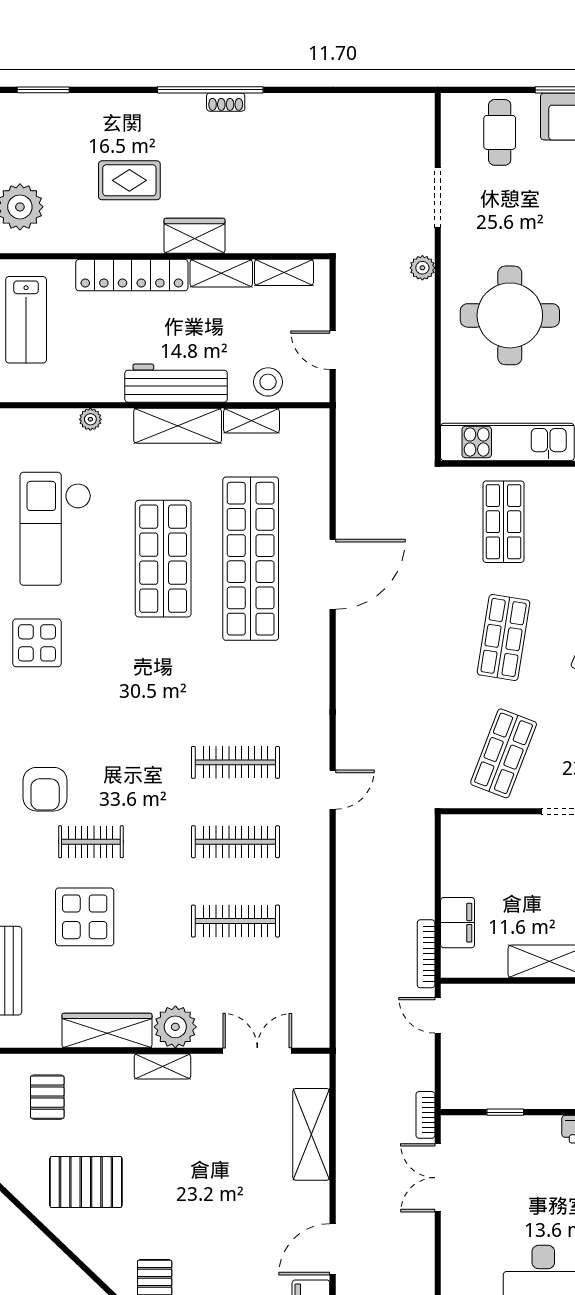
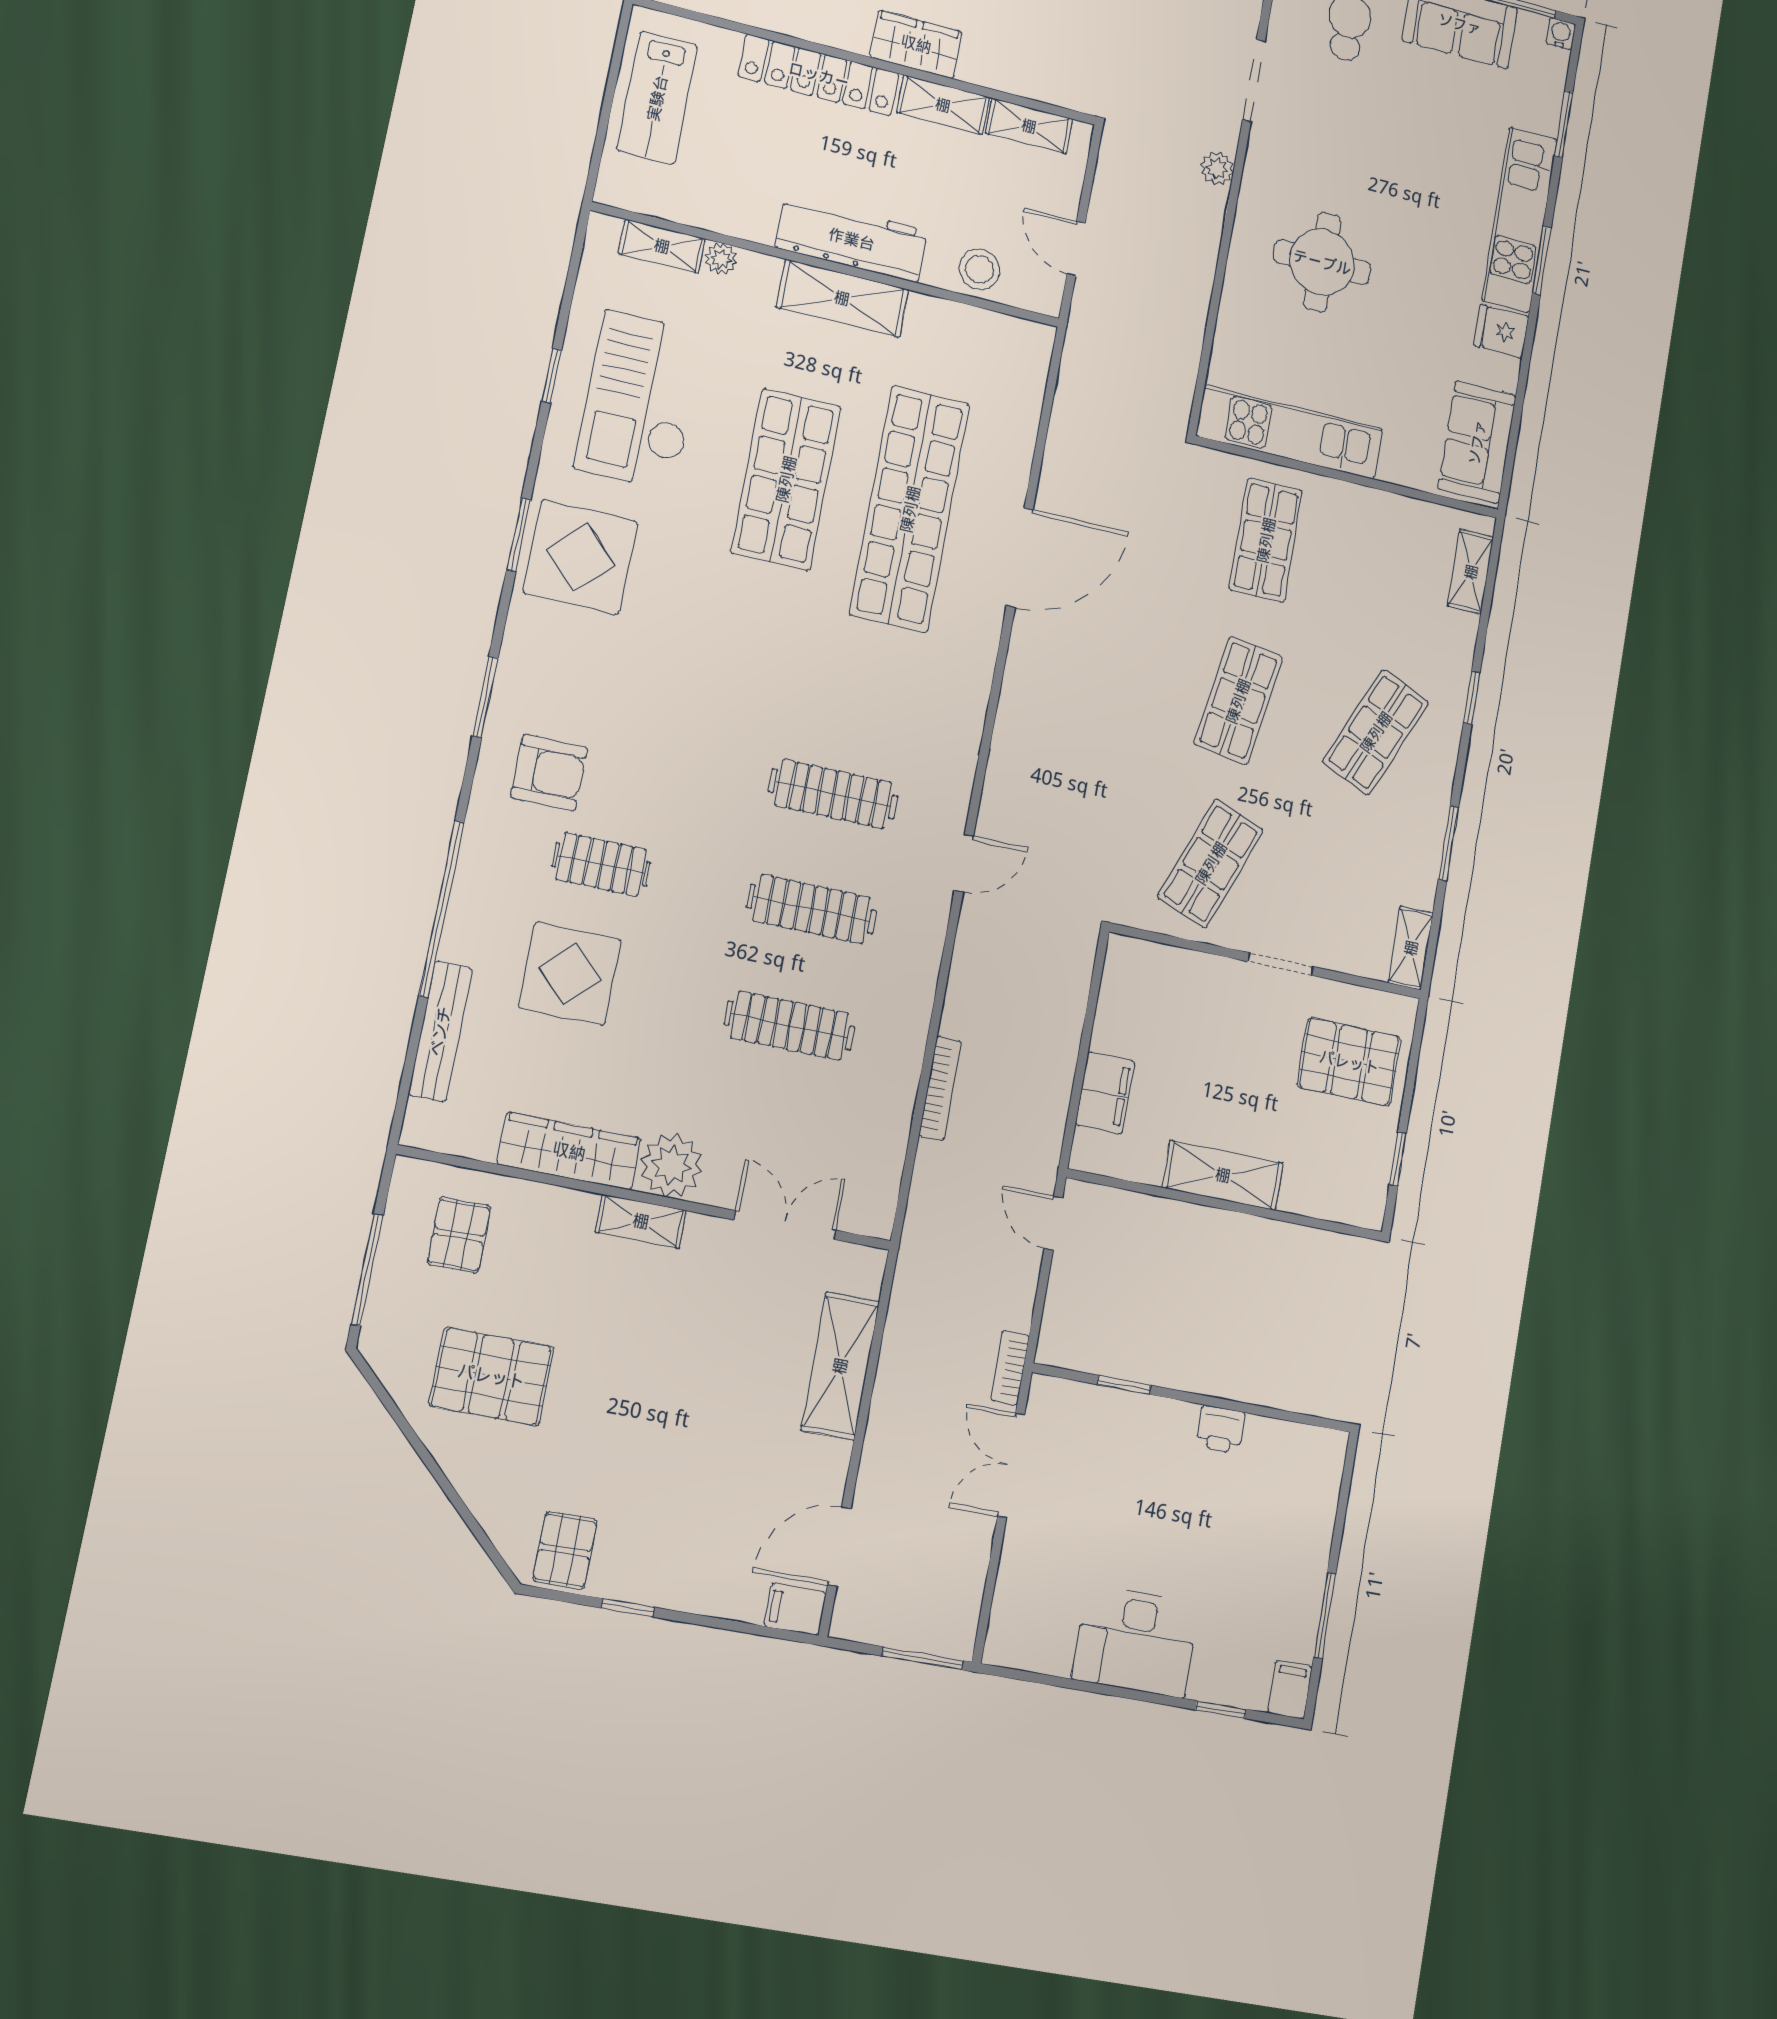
round table: (510, 315) -> (1322, 262), width x0.73, depth x0.73
shelving: (252, 421) -> (662, 246), moved
display table: (37, 643) -> (580, 557), width x1.36, depth x1.36
armchair: (45, 789) -> (549, 772), turned -90
bookcase: (426, 954) -> (940, 1088), moved, turned 180

